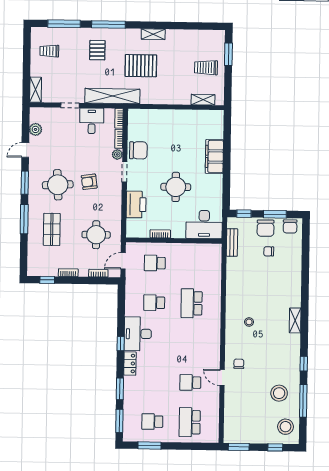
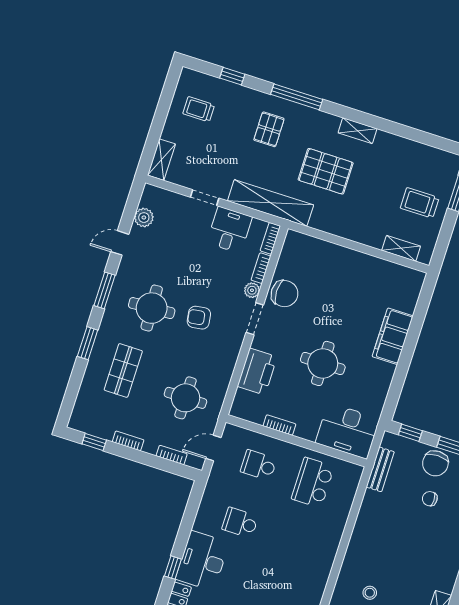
window: (64, 24) -> (232, 76), width x0.46
window: (24, 219) -> (88, 343), width x0.69
school desk: (192, 303) -> (313, 483), moved

